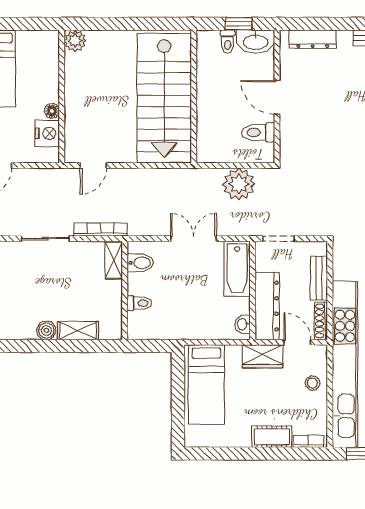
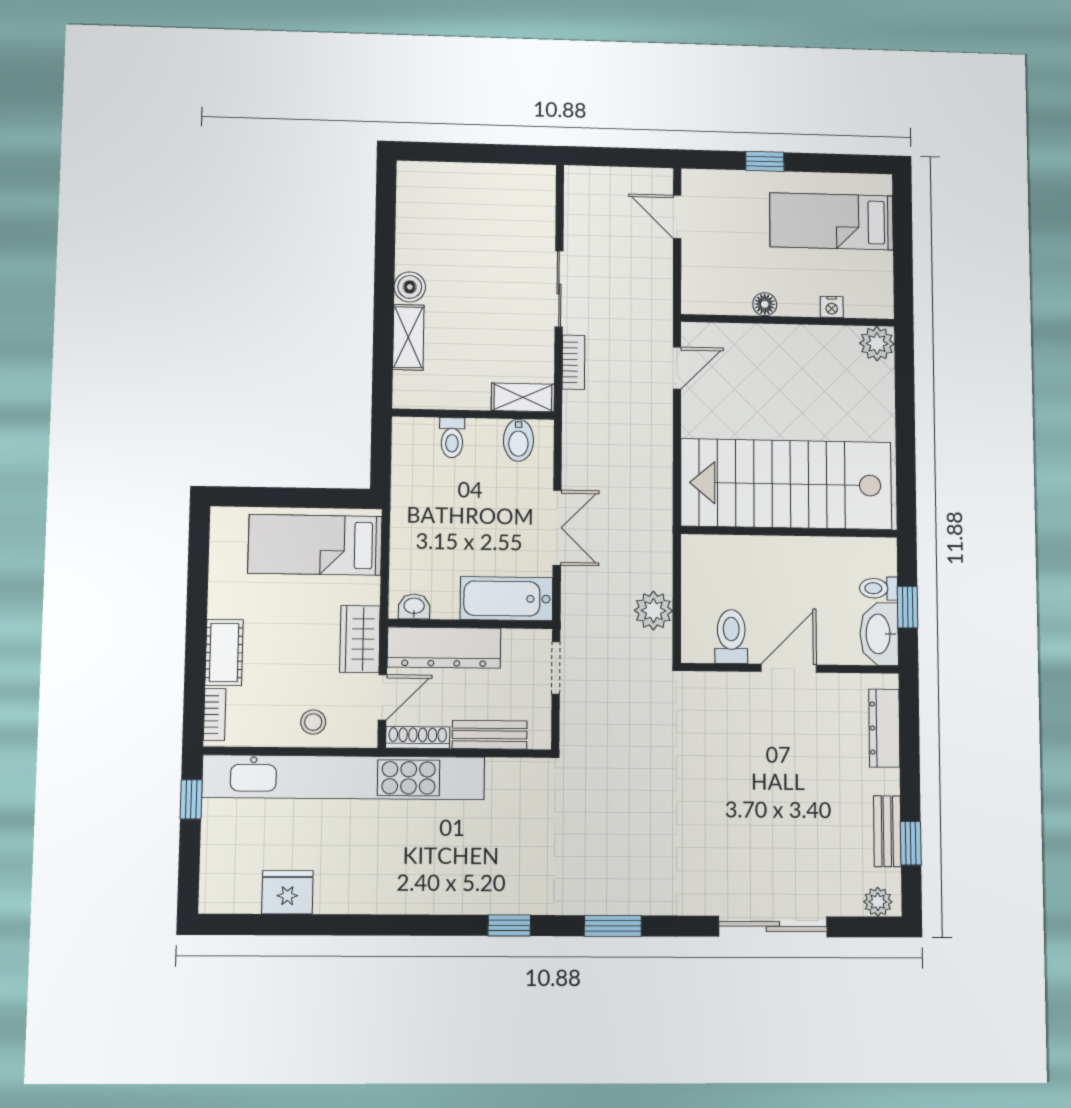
nightstand: (47, 133) -> (832, 307), moved, width x0.53, depth x0.56
door: (93, 166) -> (677, 368), swing flipped
plant: (239, 184) -> (653, 611), width x0.73, depth x0.73
bookcase: (101, 229) -> (573, 362), width x0.64

